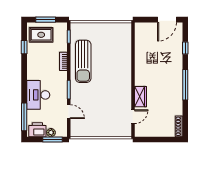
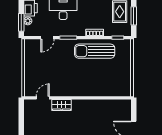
door: (133, 117) -> (43, 98), swing flipped

